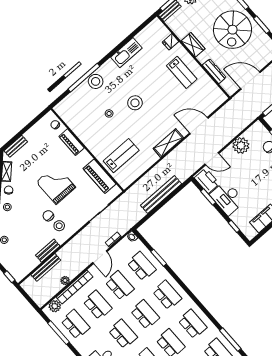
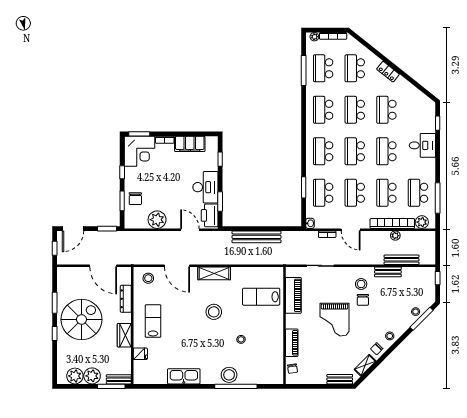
stool: (211, 99) -> (148, 278), added
stool: (135, 103) -> (214, 312), moved
door: (100, 257) -> (351, 230), swing flipped

